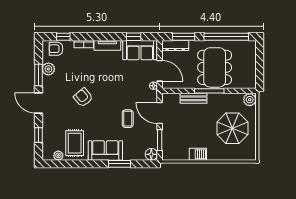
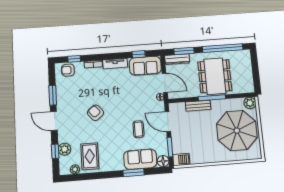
plant: (48, 69) -> (64, 149), moved
parasol: (232, 128) -> (237, 131), width x1.36, depth x1.36
sofa: (105, 150) -> (140, 159), moved
barbecue: (198, 154) -> (181, 160), moved

